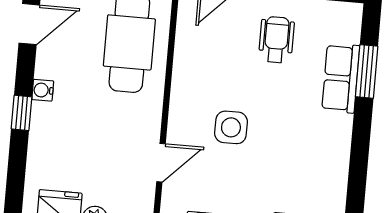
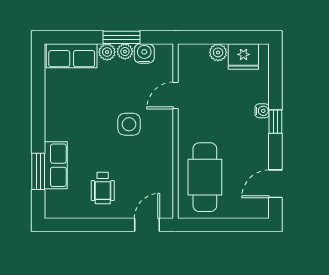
water cooler: (43, 90) -> (262, 111), moved

